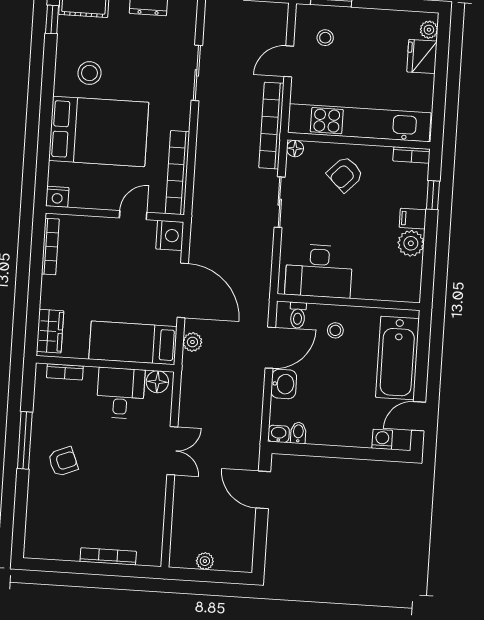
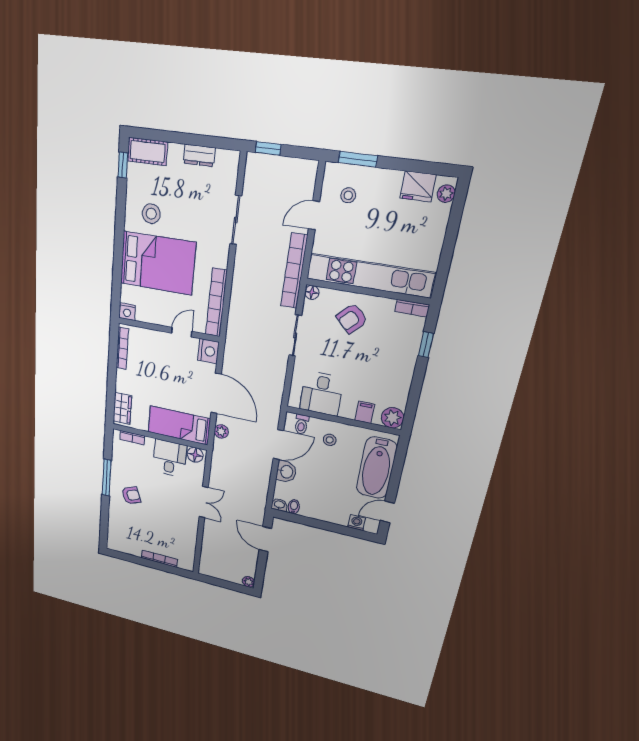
fridge: (422, 56) -> (418, 186), moved, turned -90
filing cabinet: (413, 219) -> (365, 412), moved, turned 90
plant: (411, 243) -> (393, 418), moved
desk: (319, 271) -> (321, 393), width x0.73
plant: (205, 561) -> (248, 582), moved

